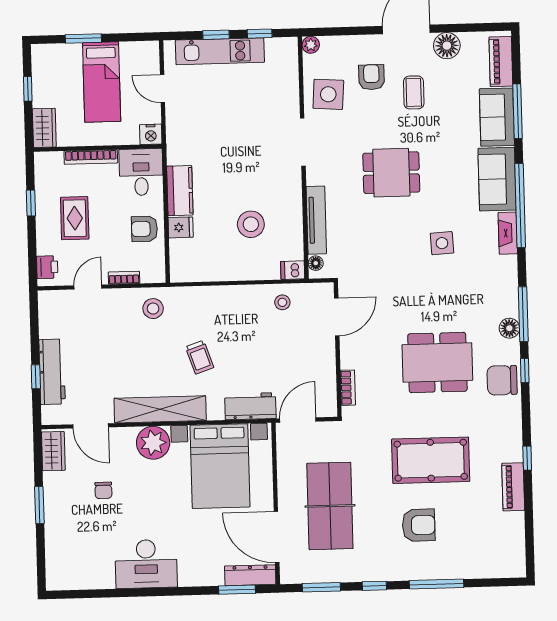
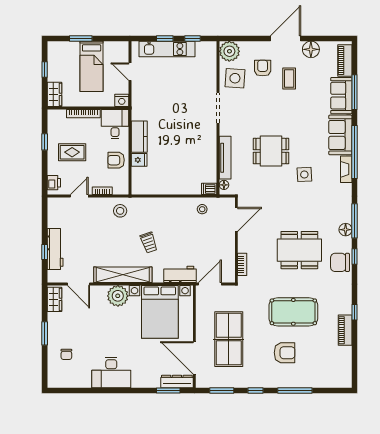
plant: (311, 45) -> (229, 51), width x1.88, depth x1.88
dining table: (391, 173) -> (271, 151), moved
rug: (75, 218) -> (72, 152), turned 90
stool: (251, 224) -> (184, 159), removed
chair: (103, 490) -> (66, 354), moved

